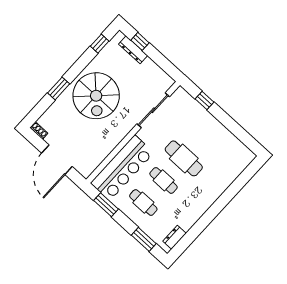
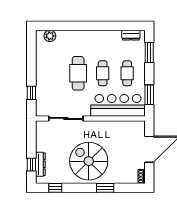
spiral stairs: (96, 96) -> (89, 161), turned -90
plant: (240, 164) -> (50, 36), added

